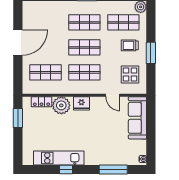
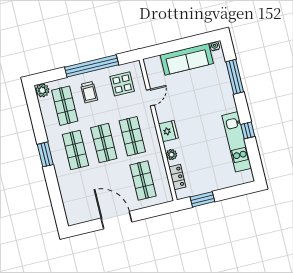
window: (151, 53) -> (92, 66), width x2.11
plant: (61, 105) -> (171, 155), width x0.53, depth x0.53
sofa: (137, 118) -> (187, 59), moved

